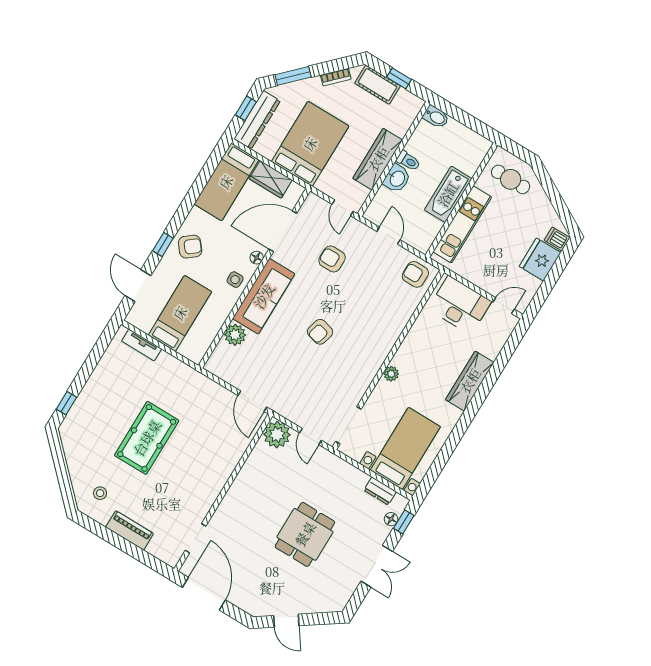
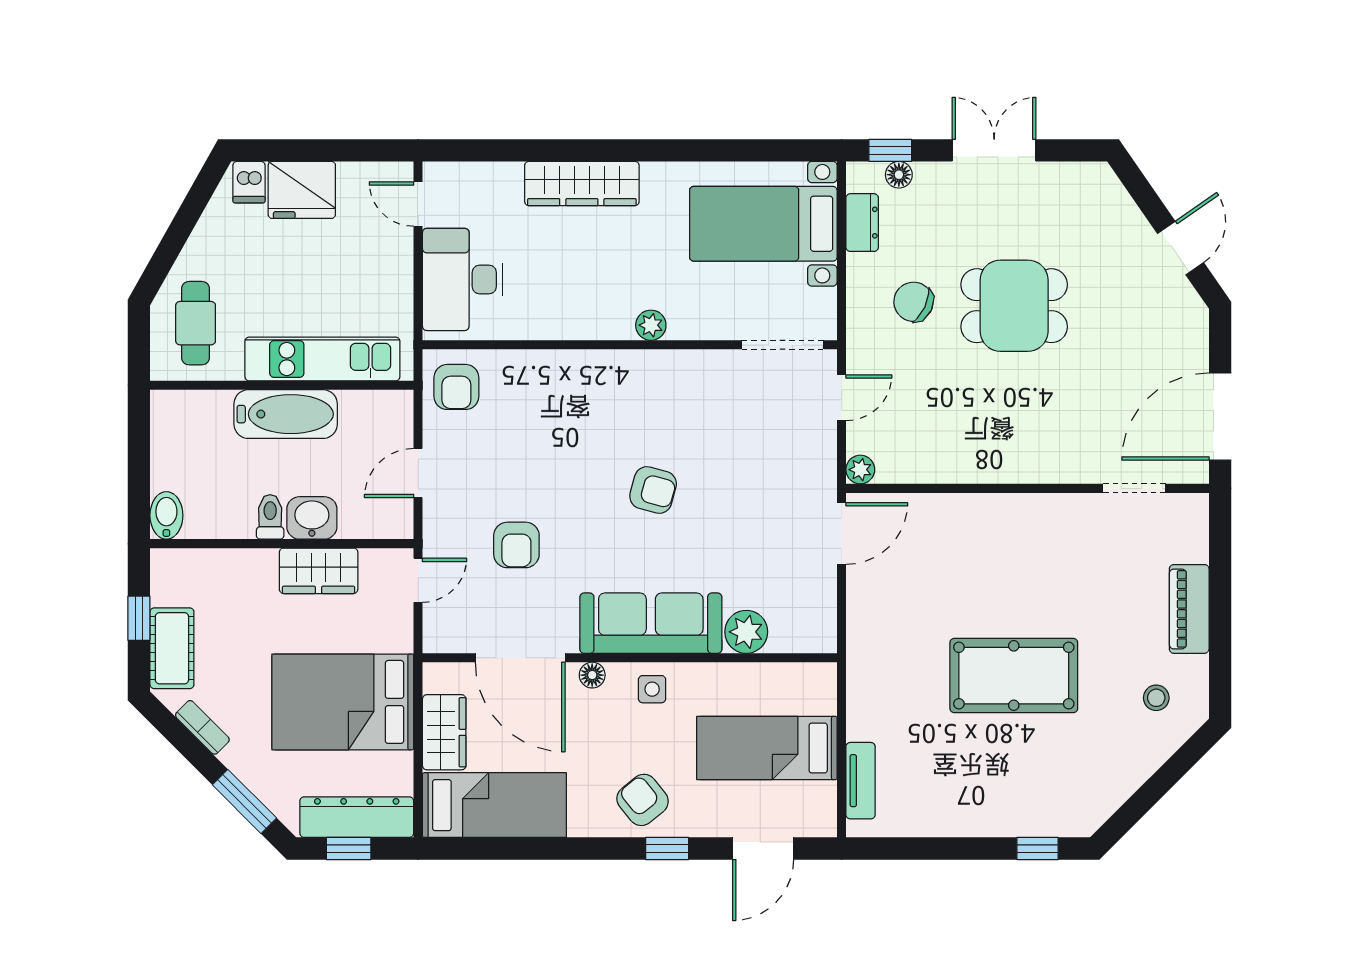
wardrobe: (378, 159) -> (319, 571), width x0.67
plant: (277, 435) -> (860, 470), width x0.53, depth x0.53
chair: (333, 492) -> (913, 302), added

